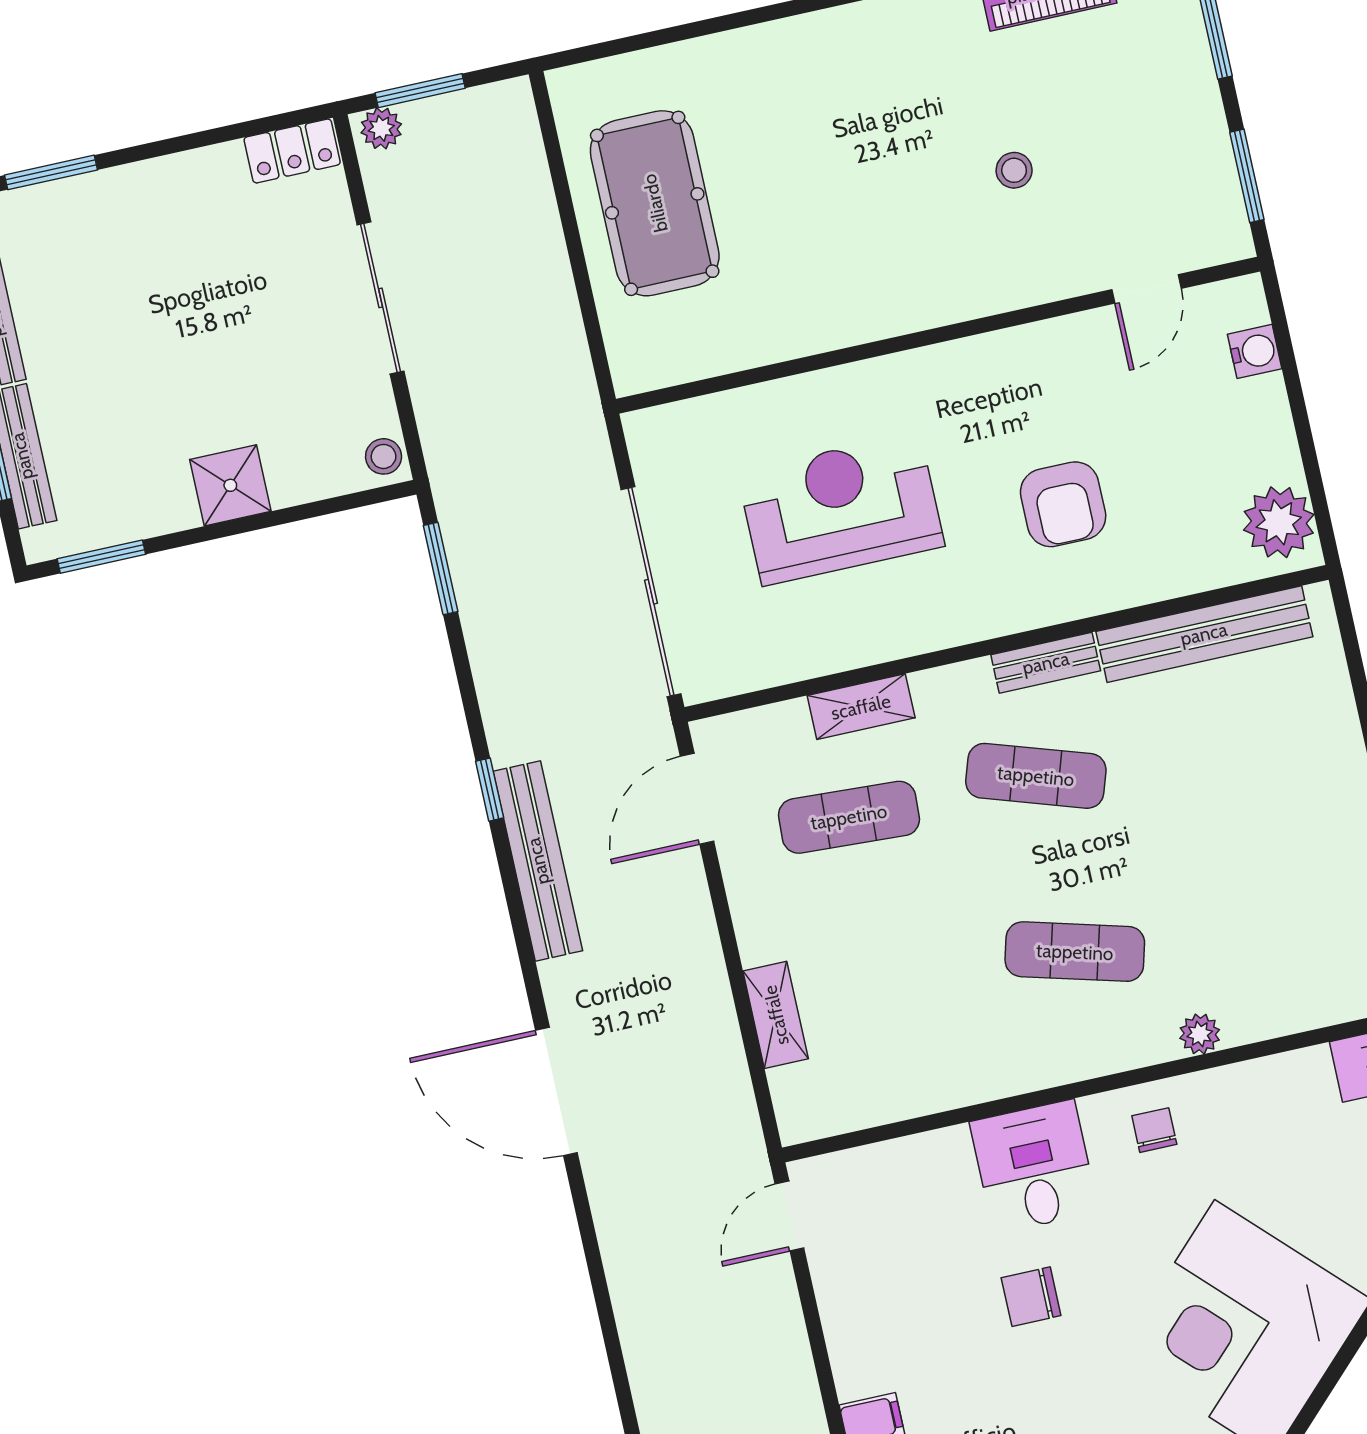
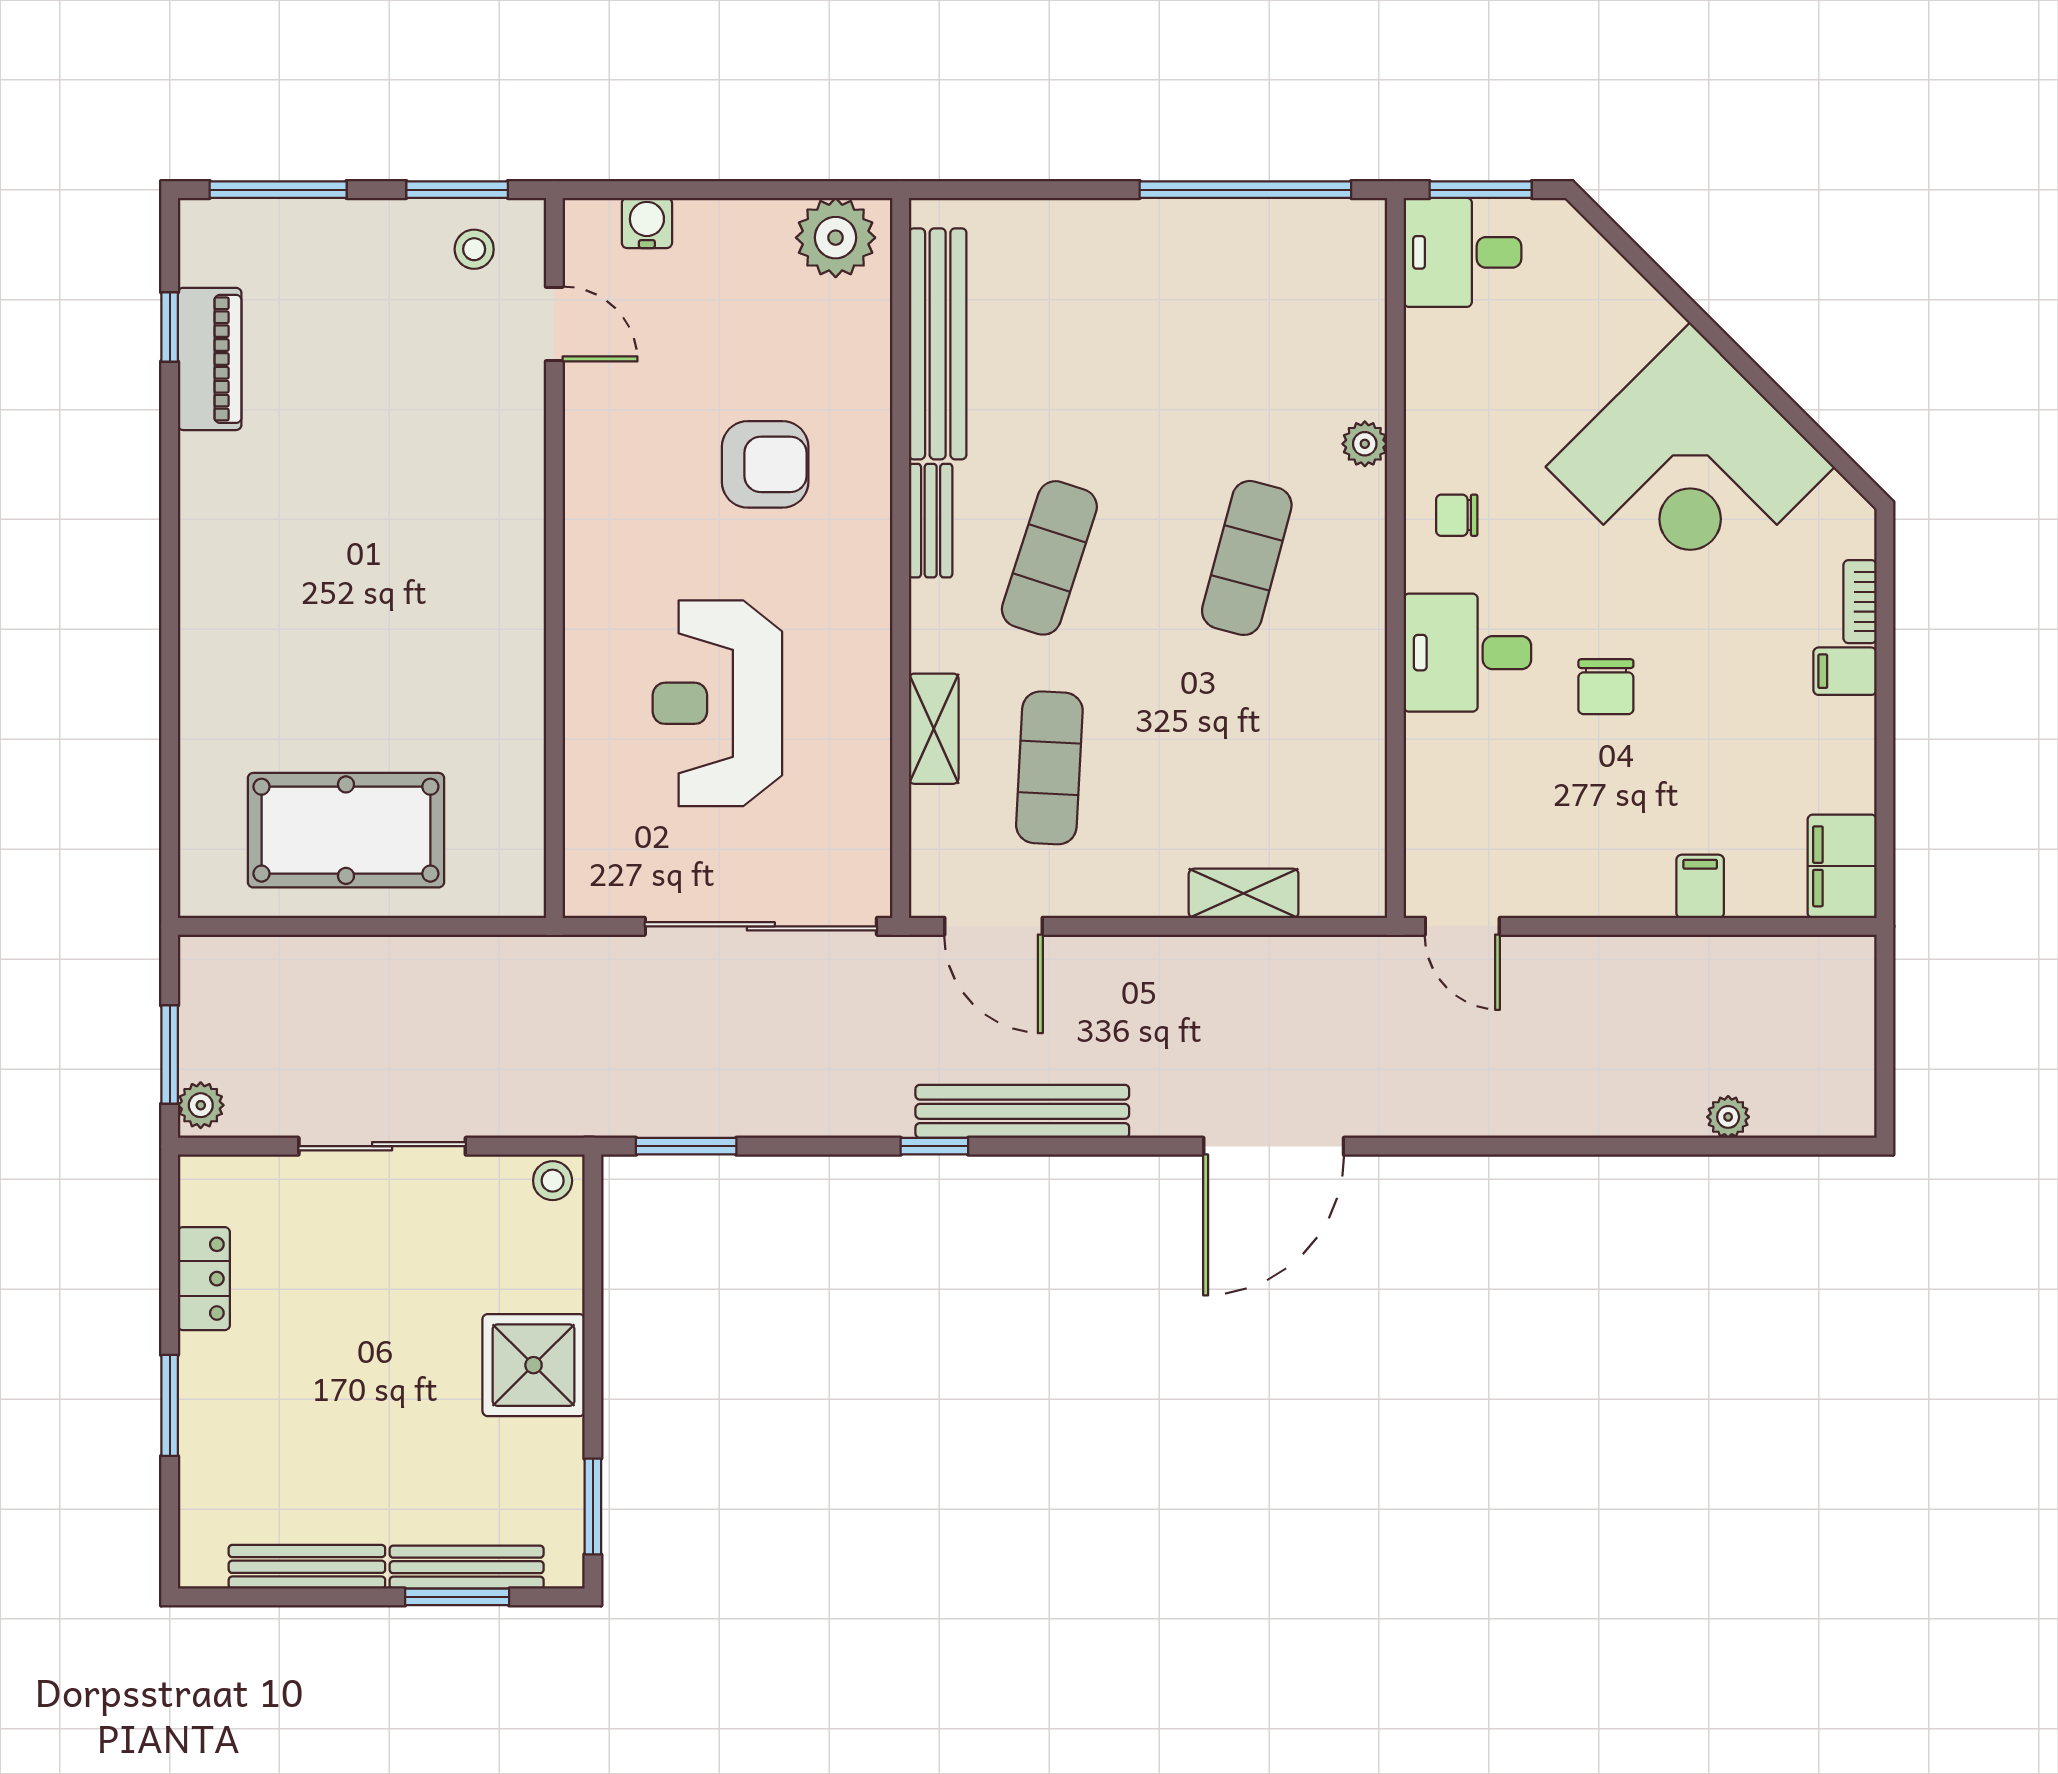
locker: (292, 151) -> (204, 1279), moved
stool: (1014, 170) -> (474, 249), moved
window: (51, 172) -> (170, 1405), moved
shower: (230, 485) -> (534, 1365), width x1.36, depth x1.36

